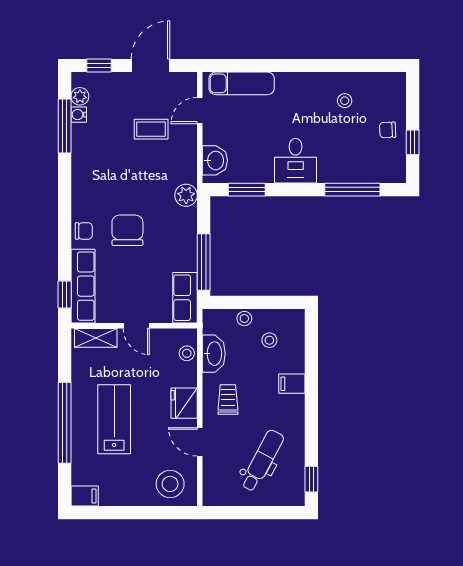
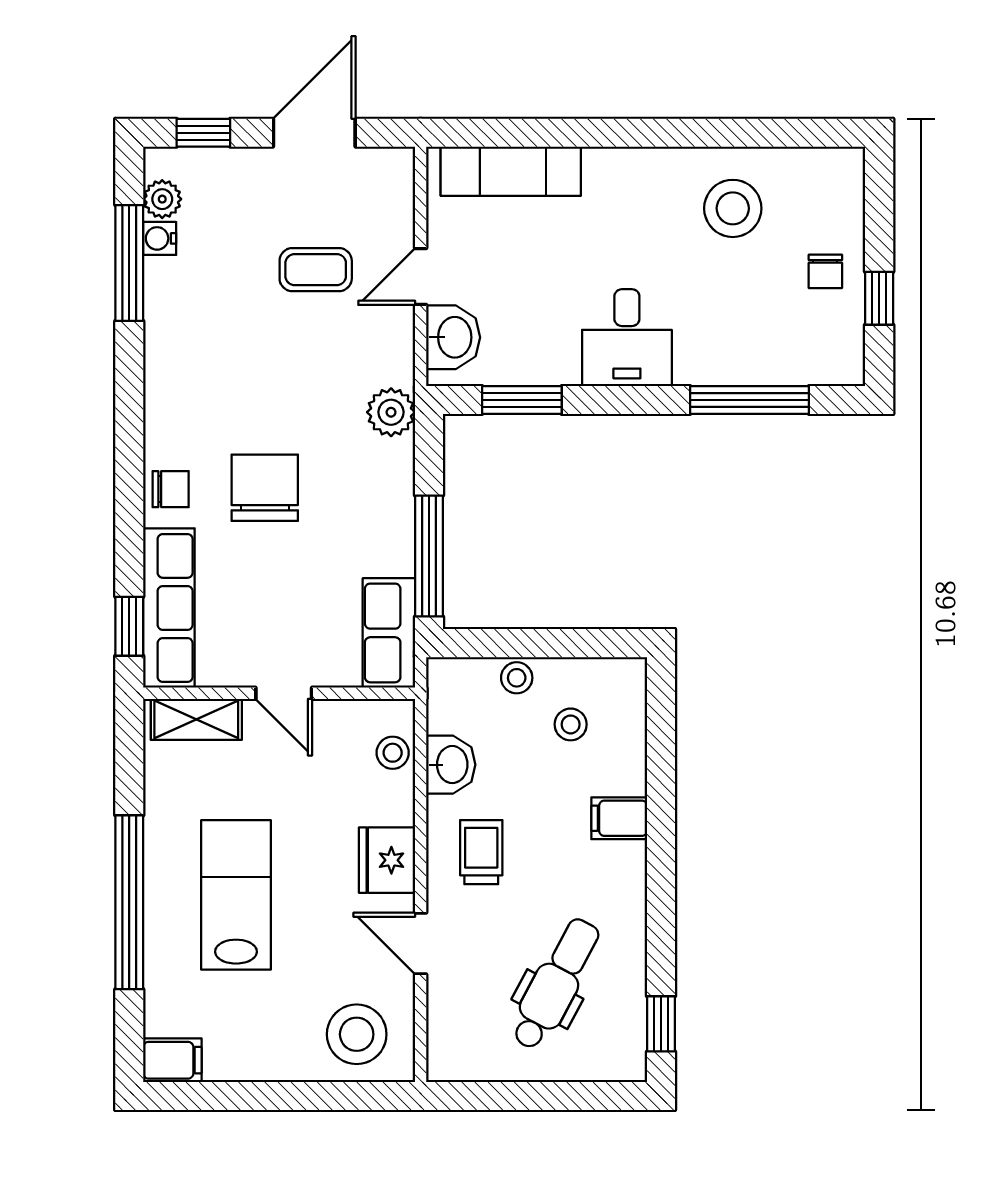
stool: (345, 101) -> (733, 208), width x1.89, depth x1.89
door: (200, 110) -> (421, 277), moved
chair: (388, 130) -> (825, 271), turned -87
washbasin: (214, 354) -> (451, 765), width x0.72

